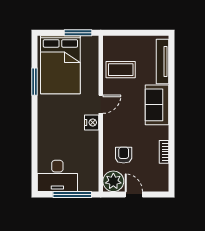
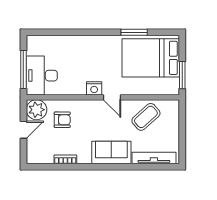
coffee table: (121, 70) -> (146, 117), turned 48
desk: (57, 176) -> (42, 76), moved

